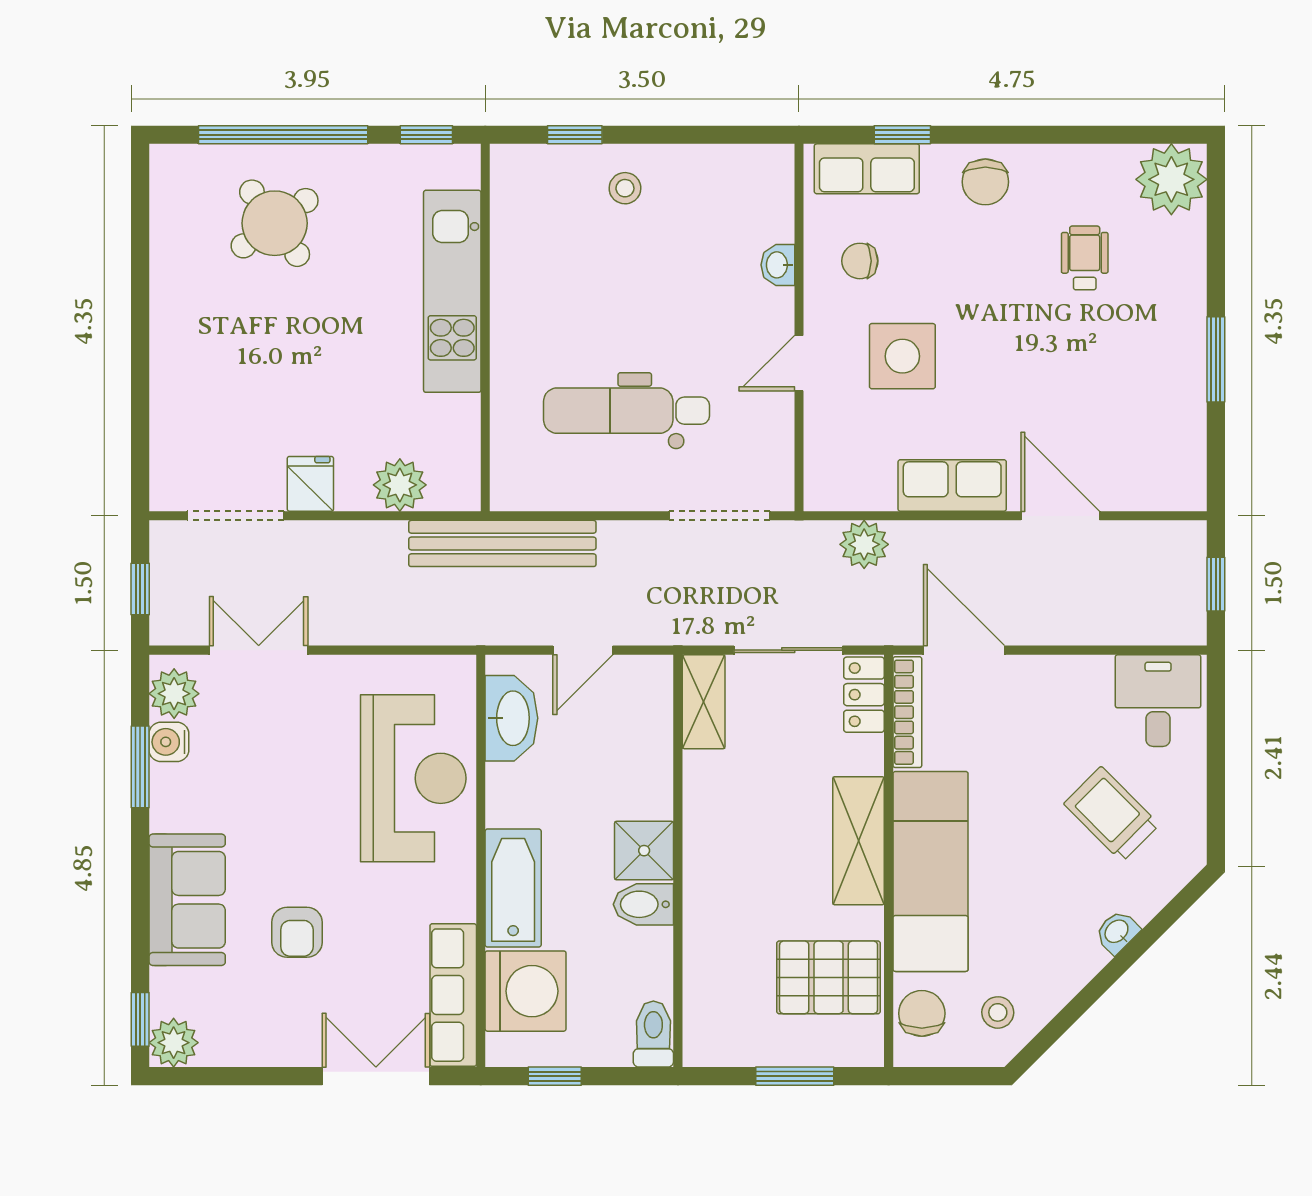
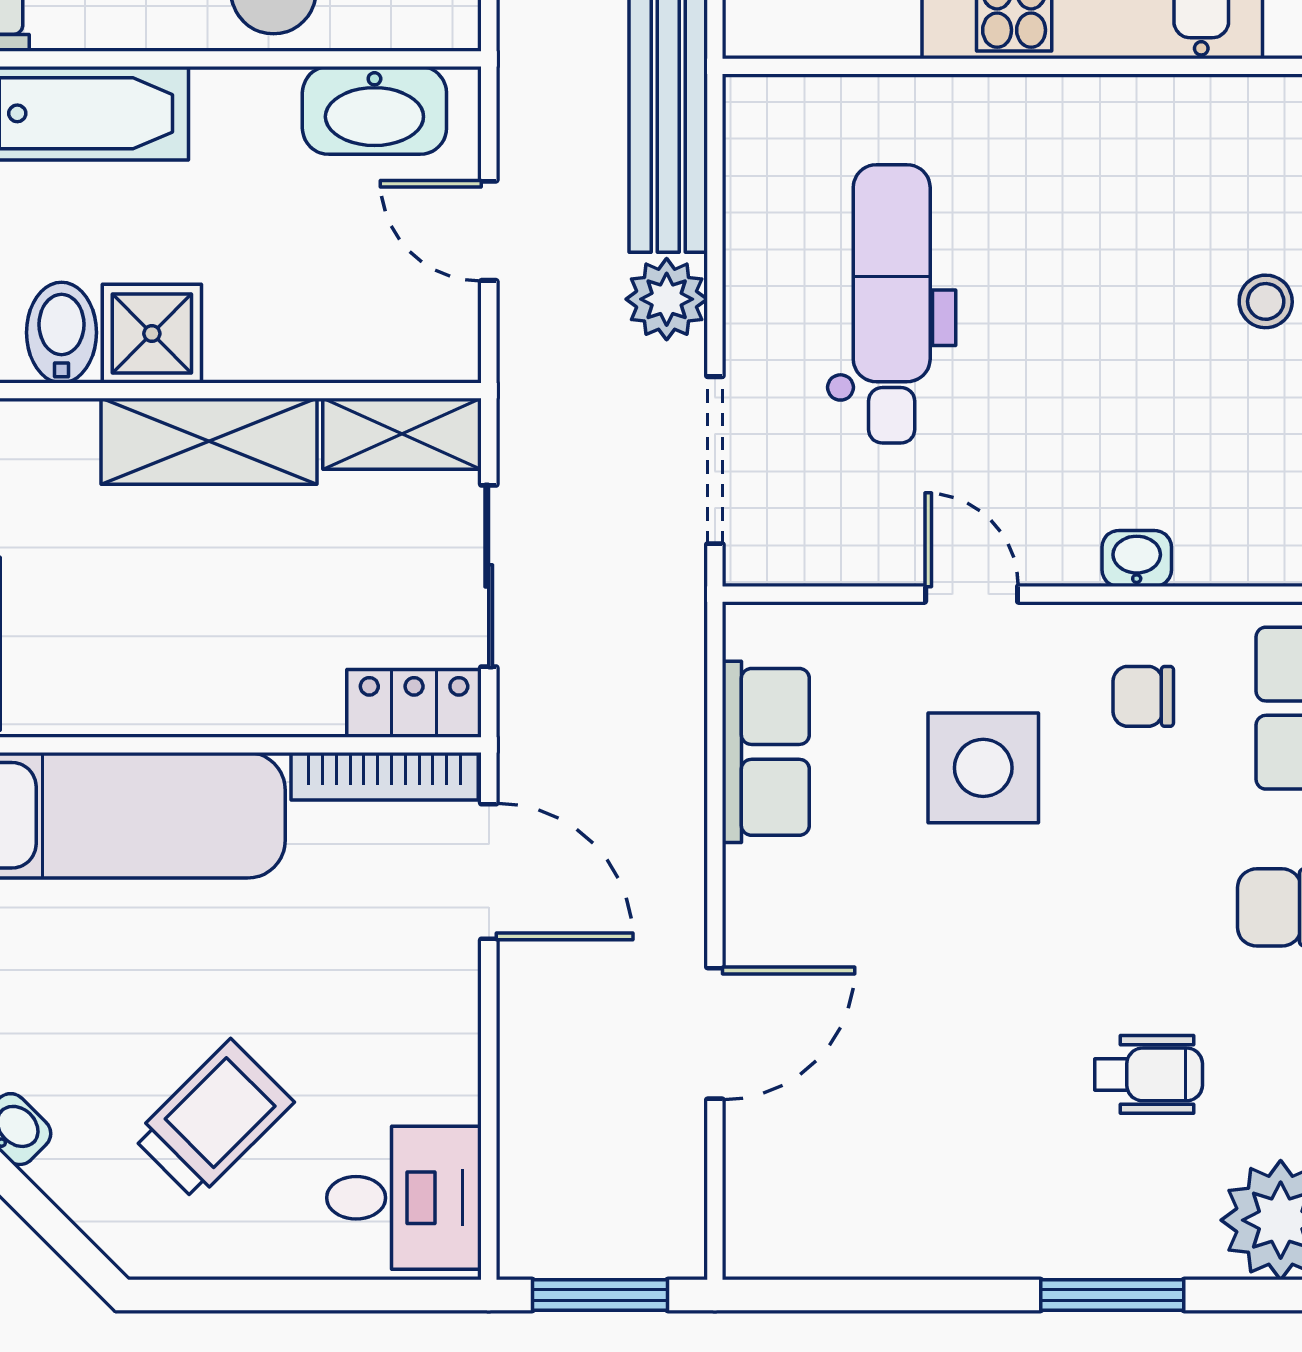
chair: (860, 261) -> (1143, 696), turned -90
window: (1216, 359) -> (1112, 1295), moved
row of seats: (952, 485) -> (766, 752), moved
plant: (864, 544) -> (667, 299), moved
window: (1216, 584) -> (600, 1295), width x1.50
door: (964, 650) -> (489, 871), hinge flipped
shelving: (858, 841) -> (209, 441), moved

